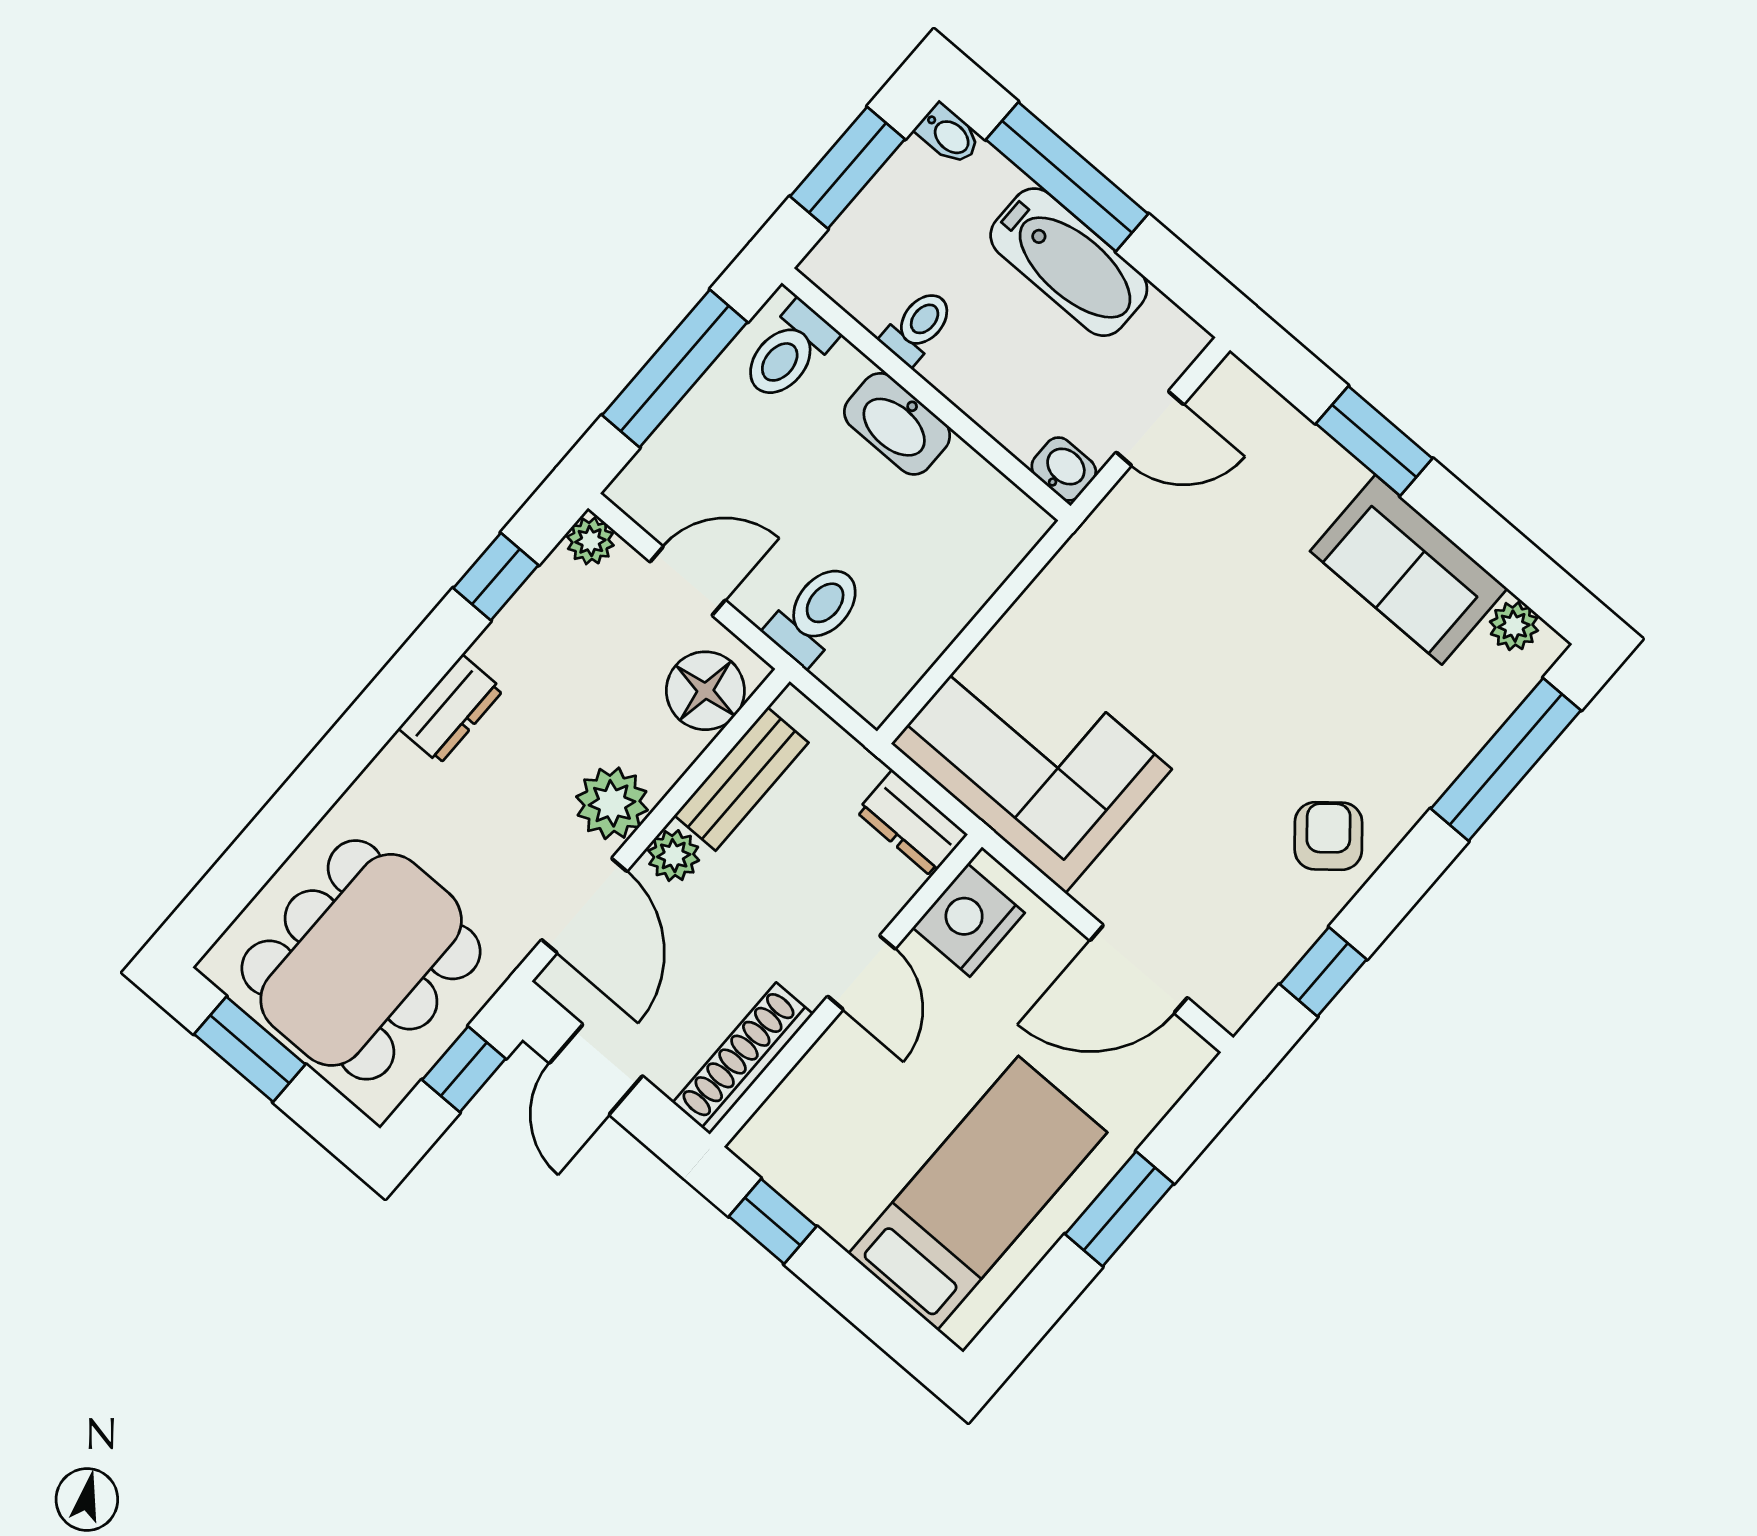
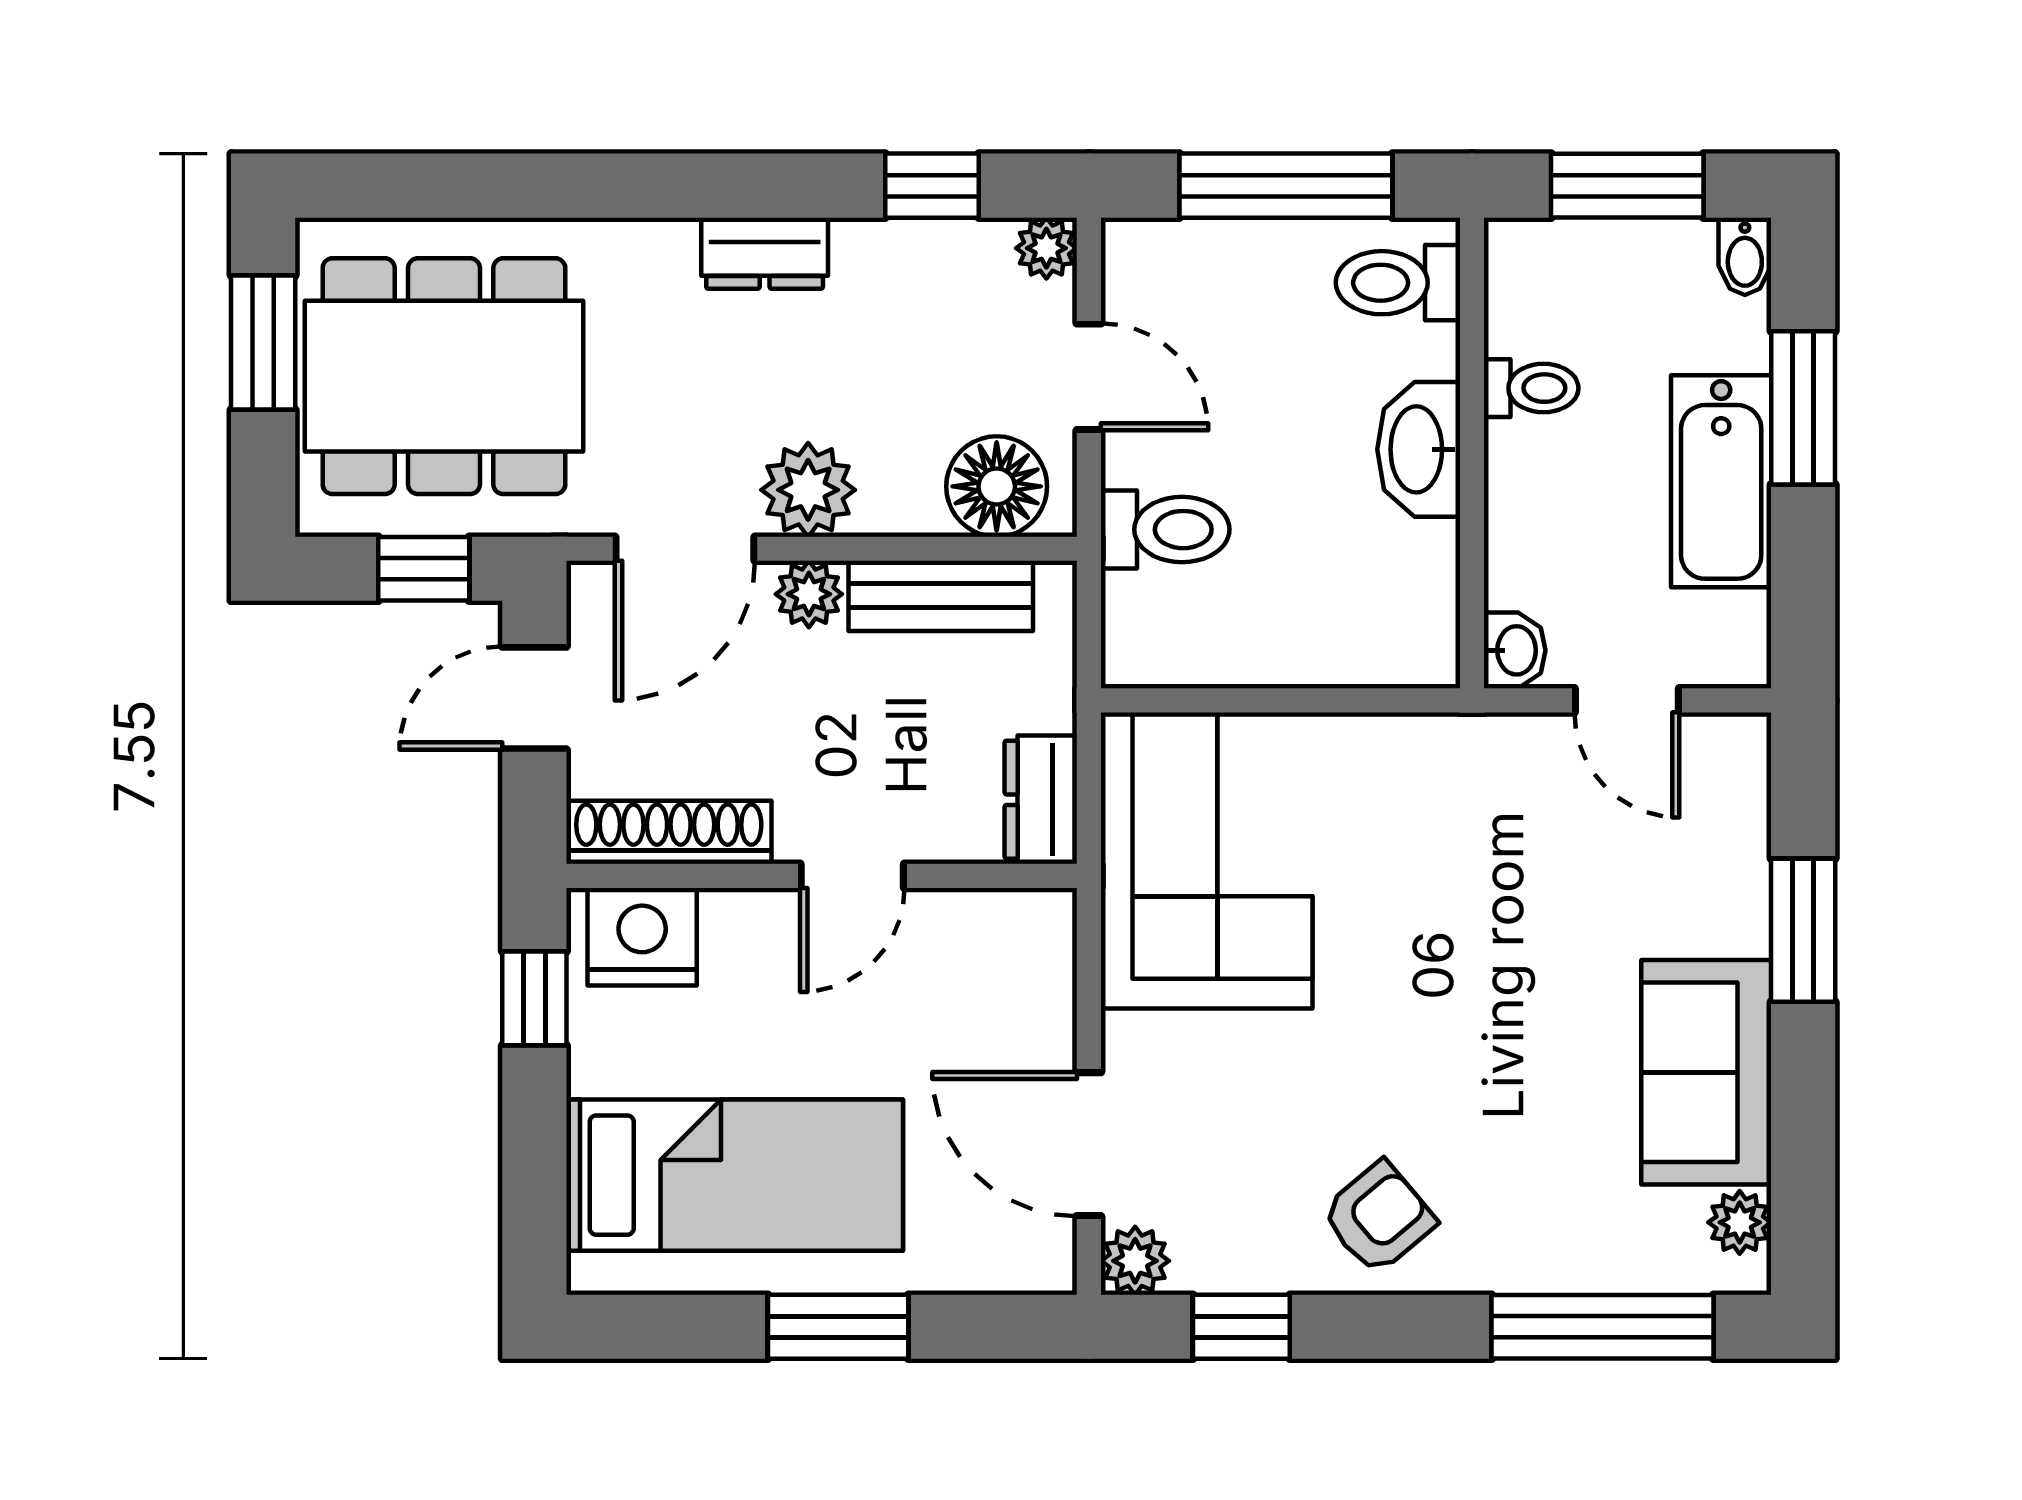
window: (1067, 177) -> (1803, 408), width x0.69
nightstand: (969, 920) -> (642, 937), moved
plant: (1231, 1001) -> (1135, 1261), added

